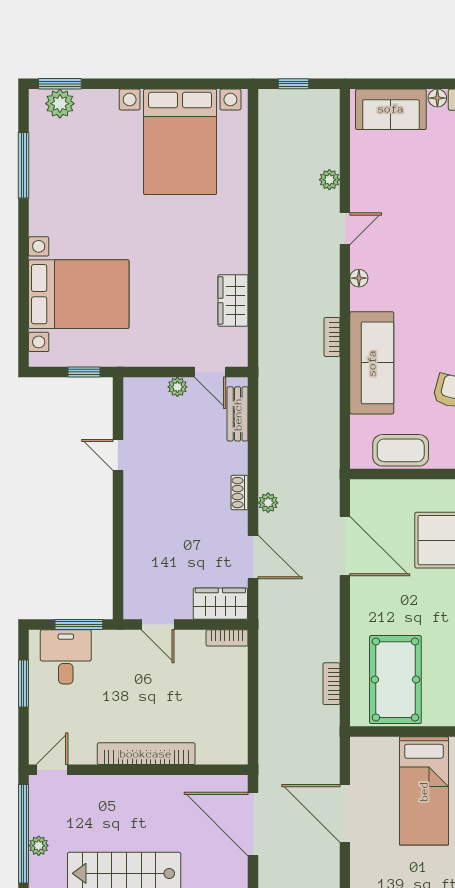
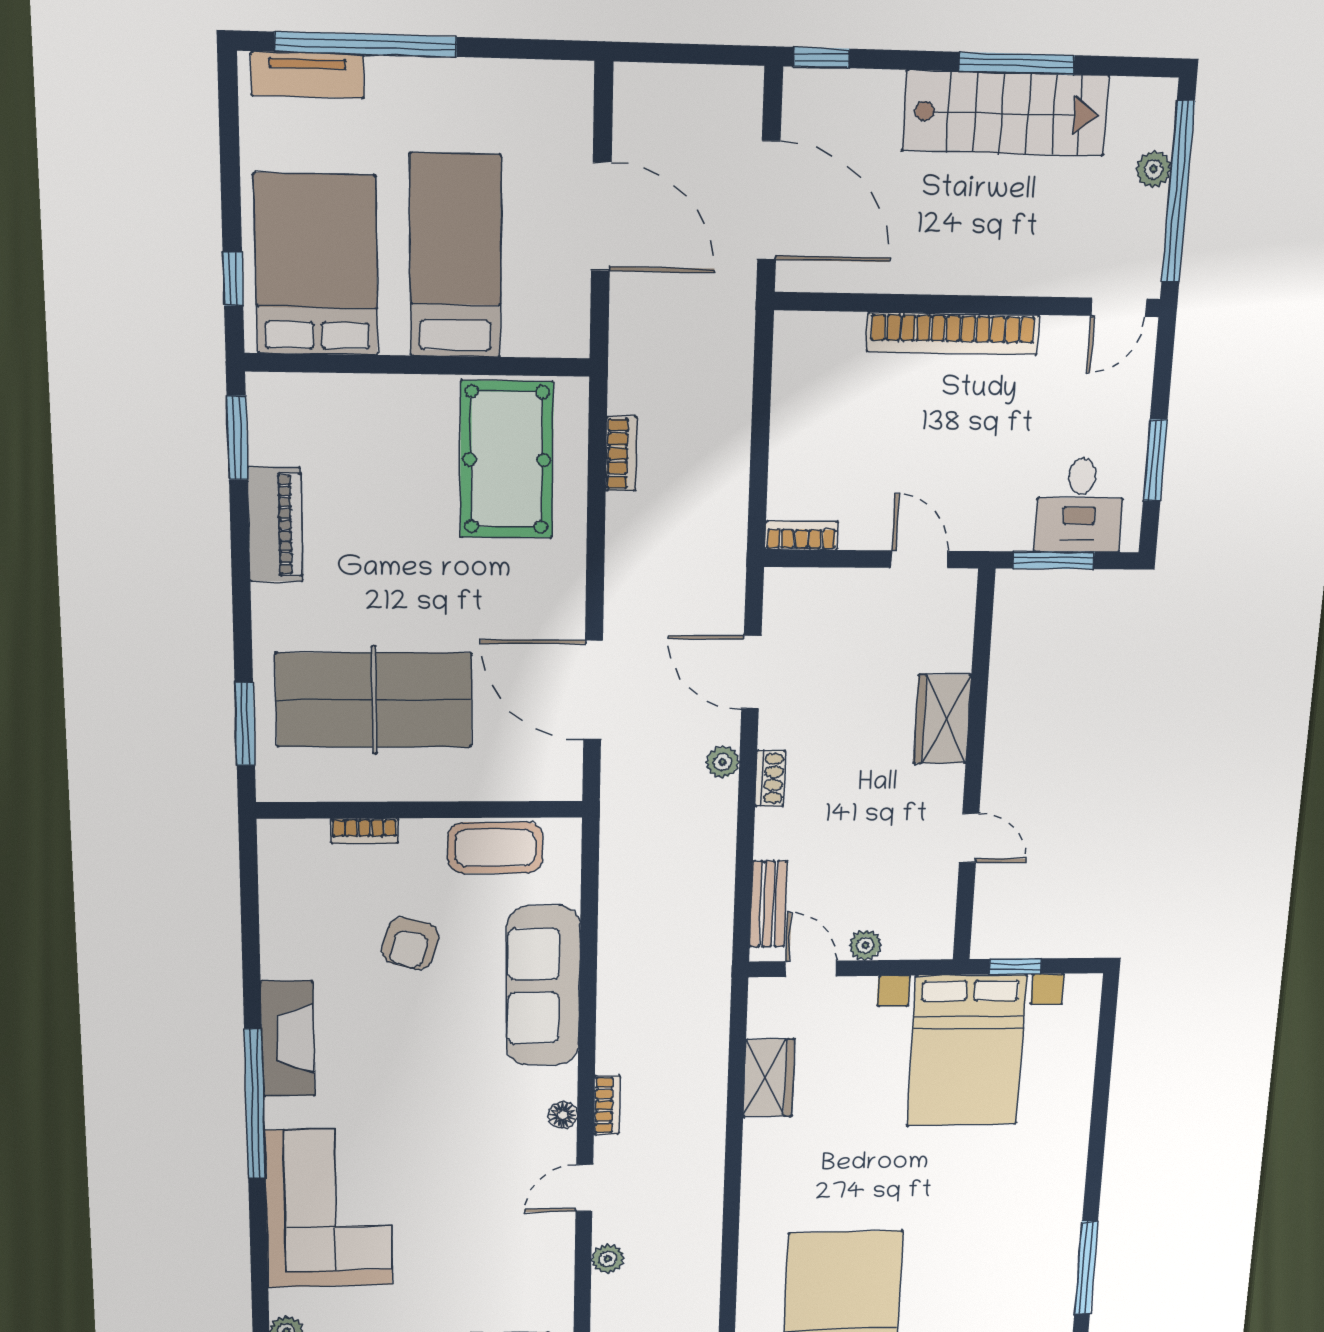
bed with nightstands: (79, 294) -> (967, 1050), moved, turned -90
bookcase: (332, 337) -> (607, 1105), moved
wardrobe: (220, 604) -> (942, 719), moved, turned 90

